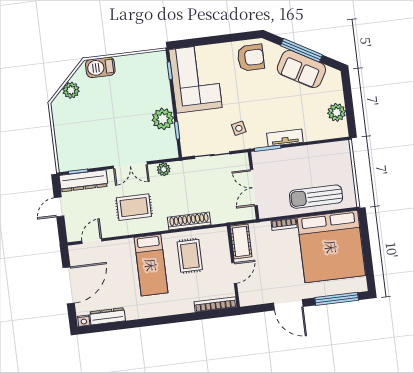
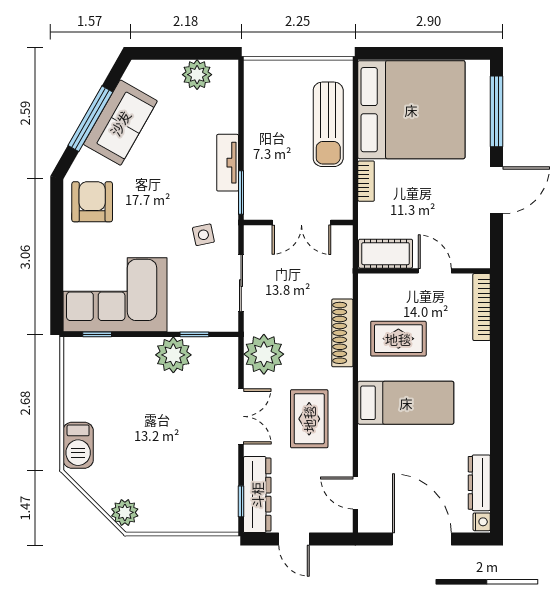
plant: (71, 90) -> (125, 512), moved
plant: (164, 169) -> (264, 354), width x1.87, depth x1.87

